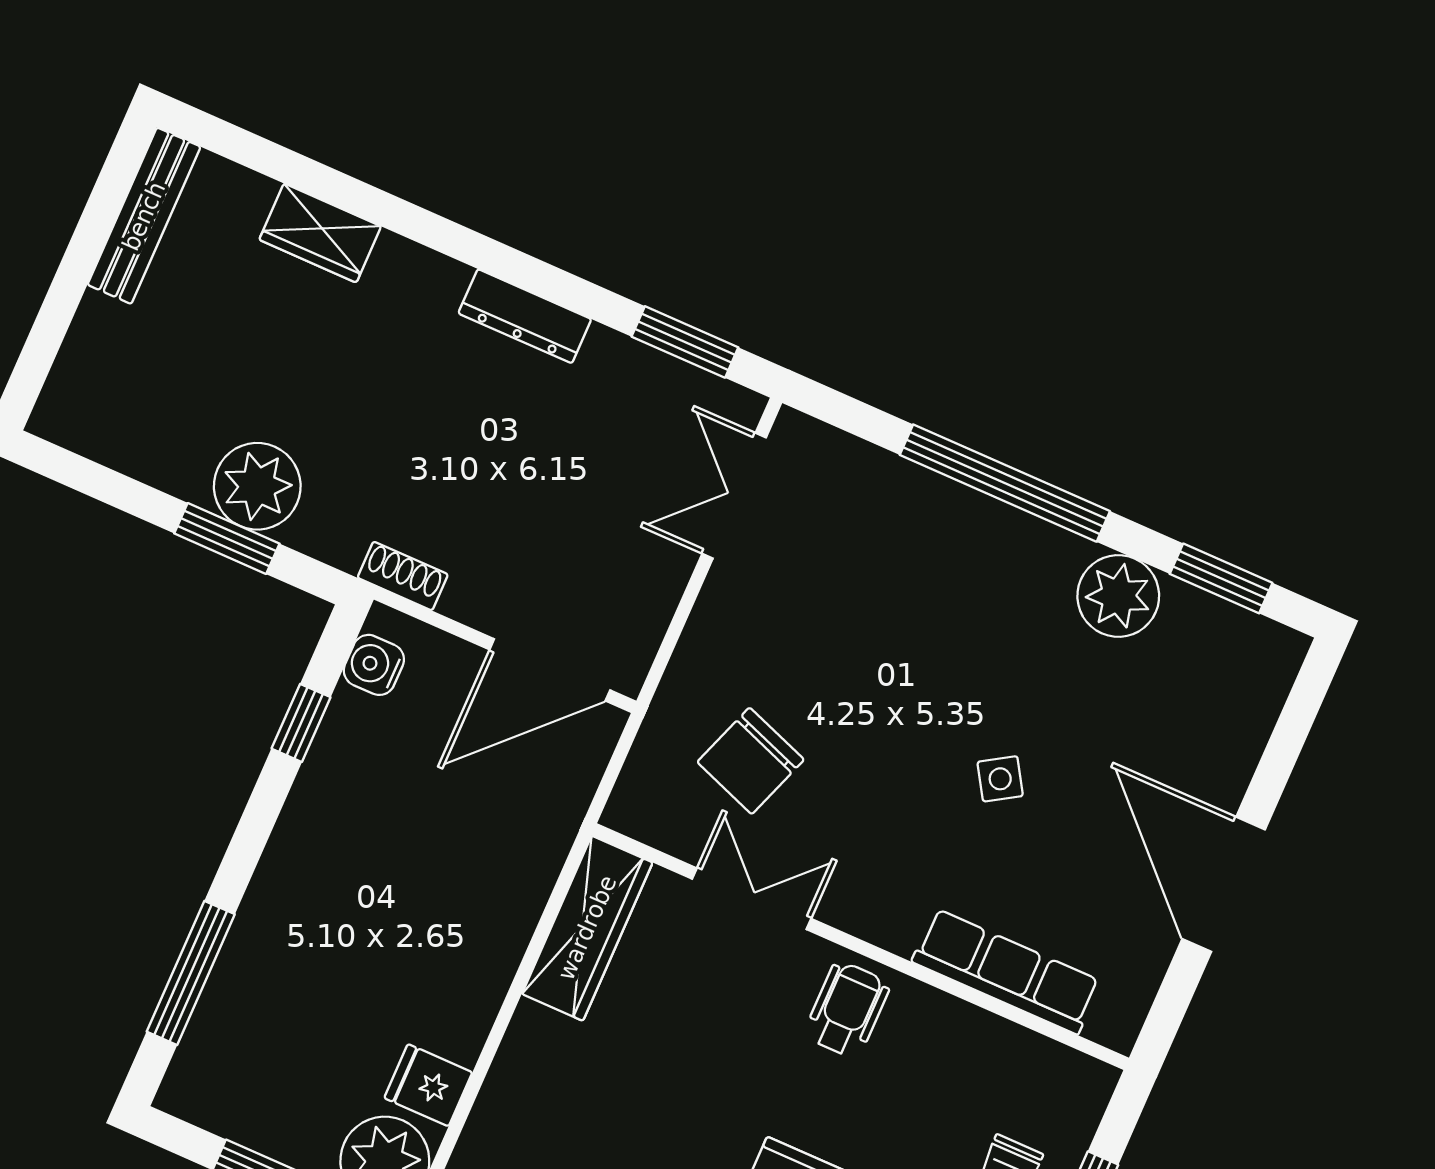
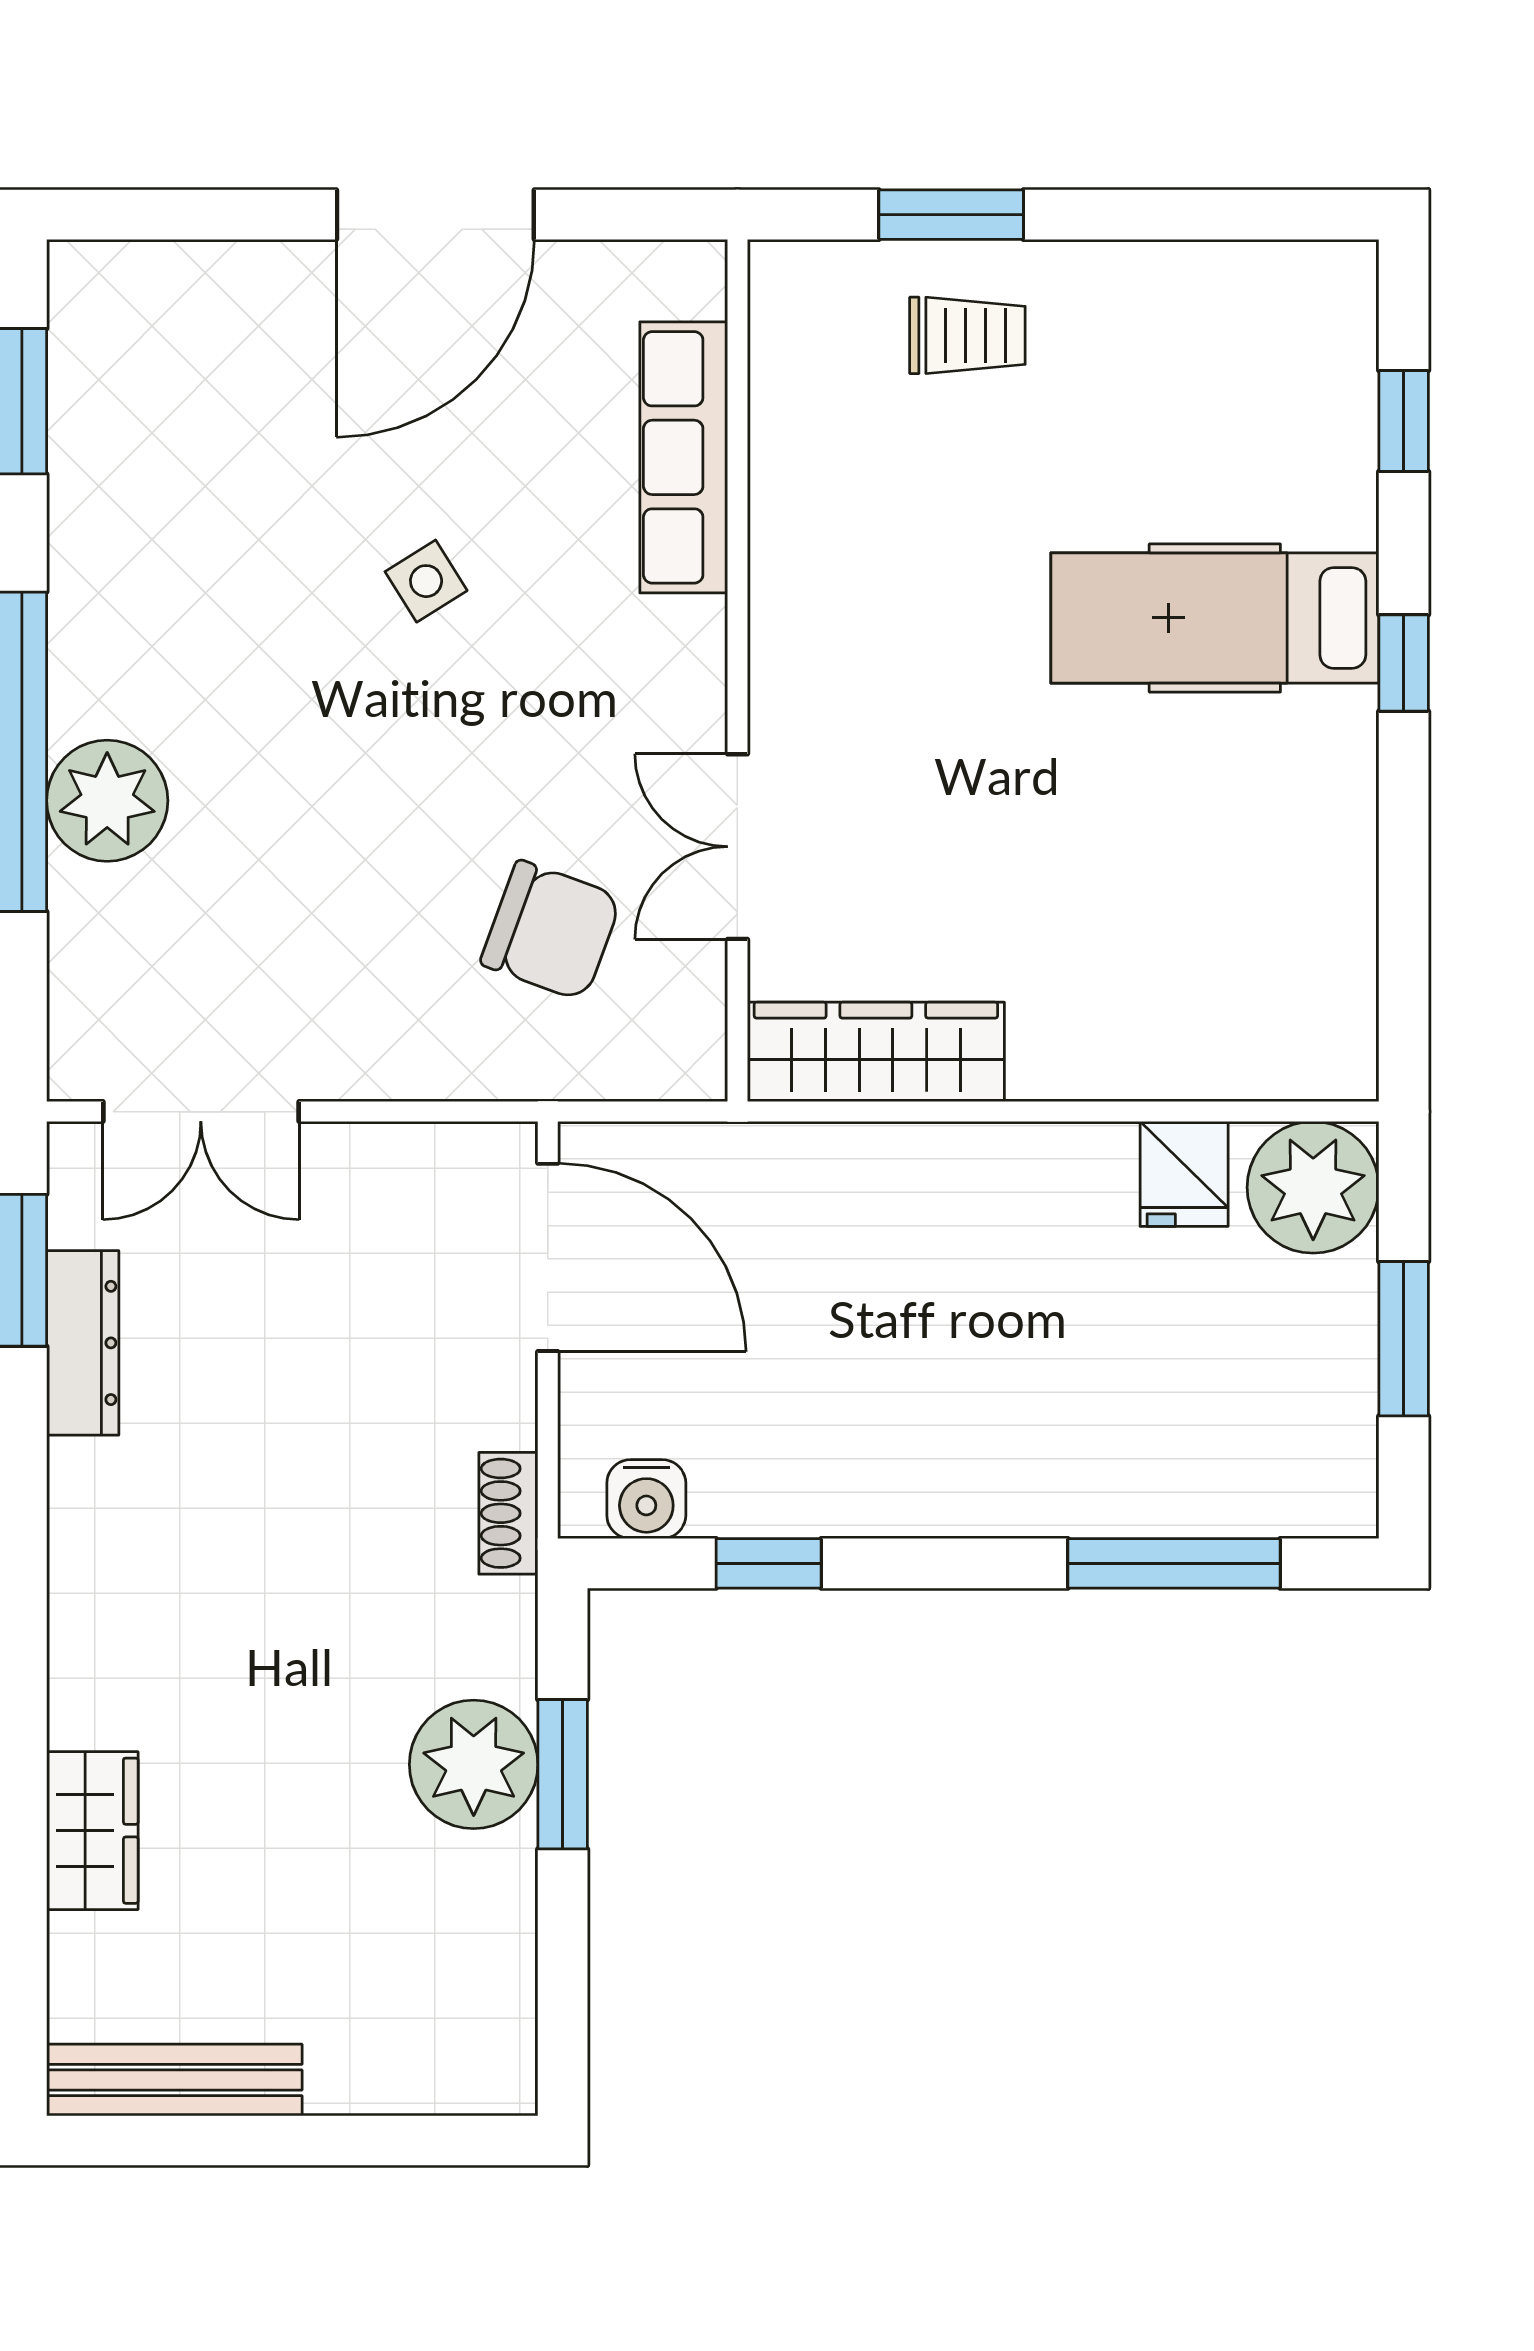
dresser: (525, 316) -> (83, 1343), moved
plant: (1118, 596) -> (107, 801), moved
wheelchair: (847, 1010) -> (831, 651), removed

